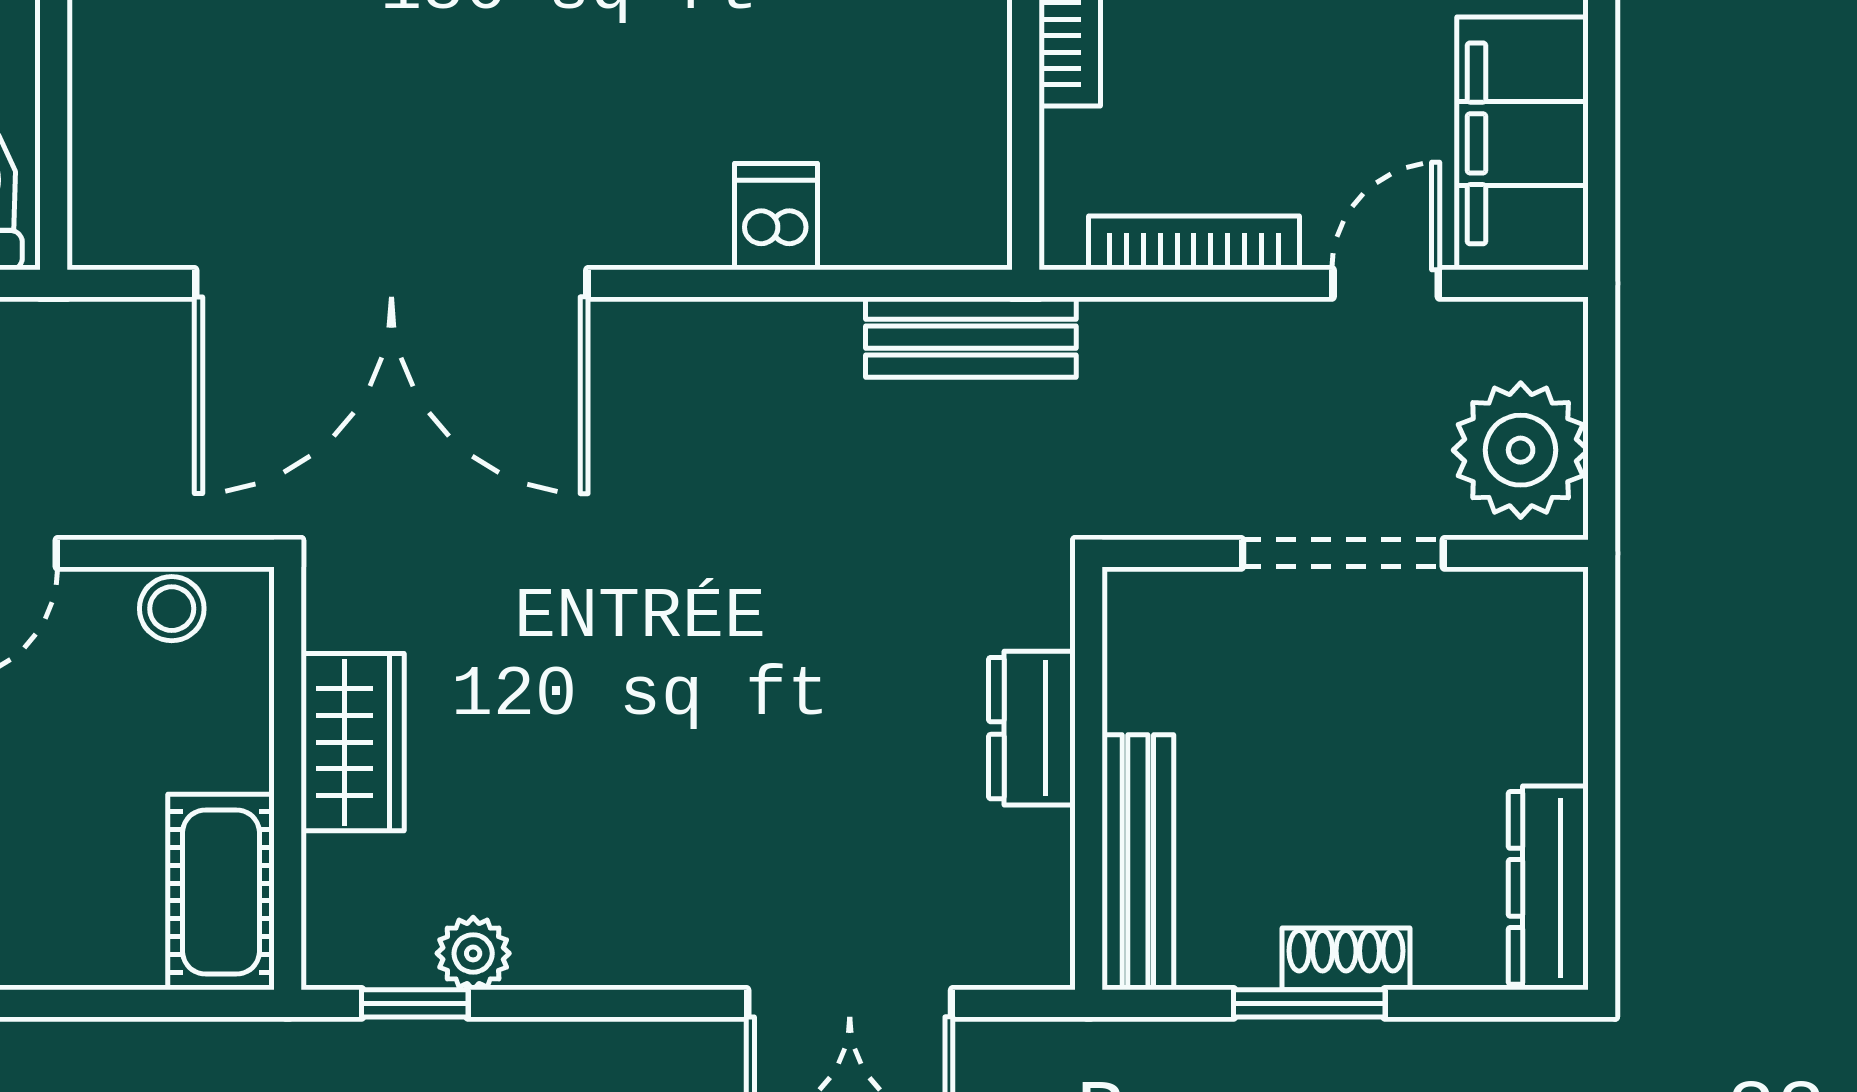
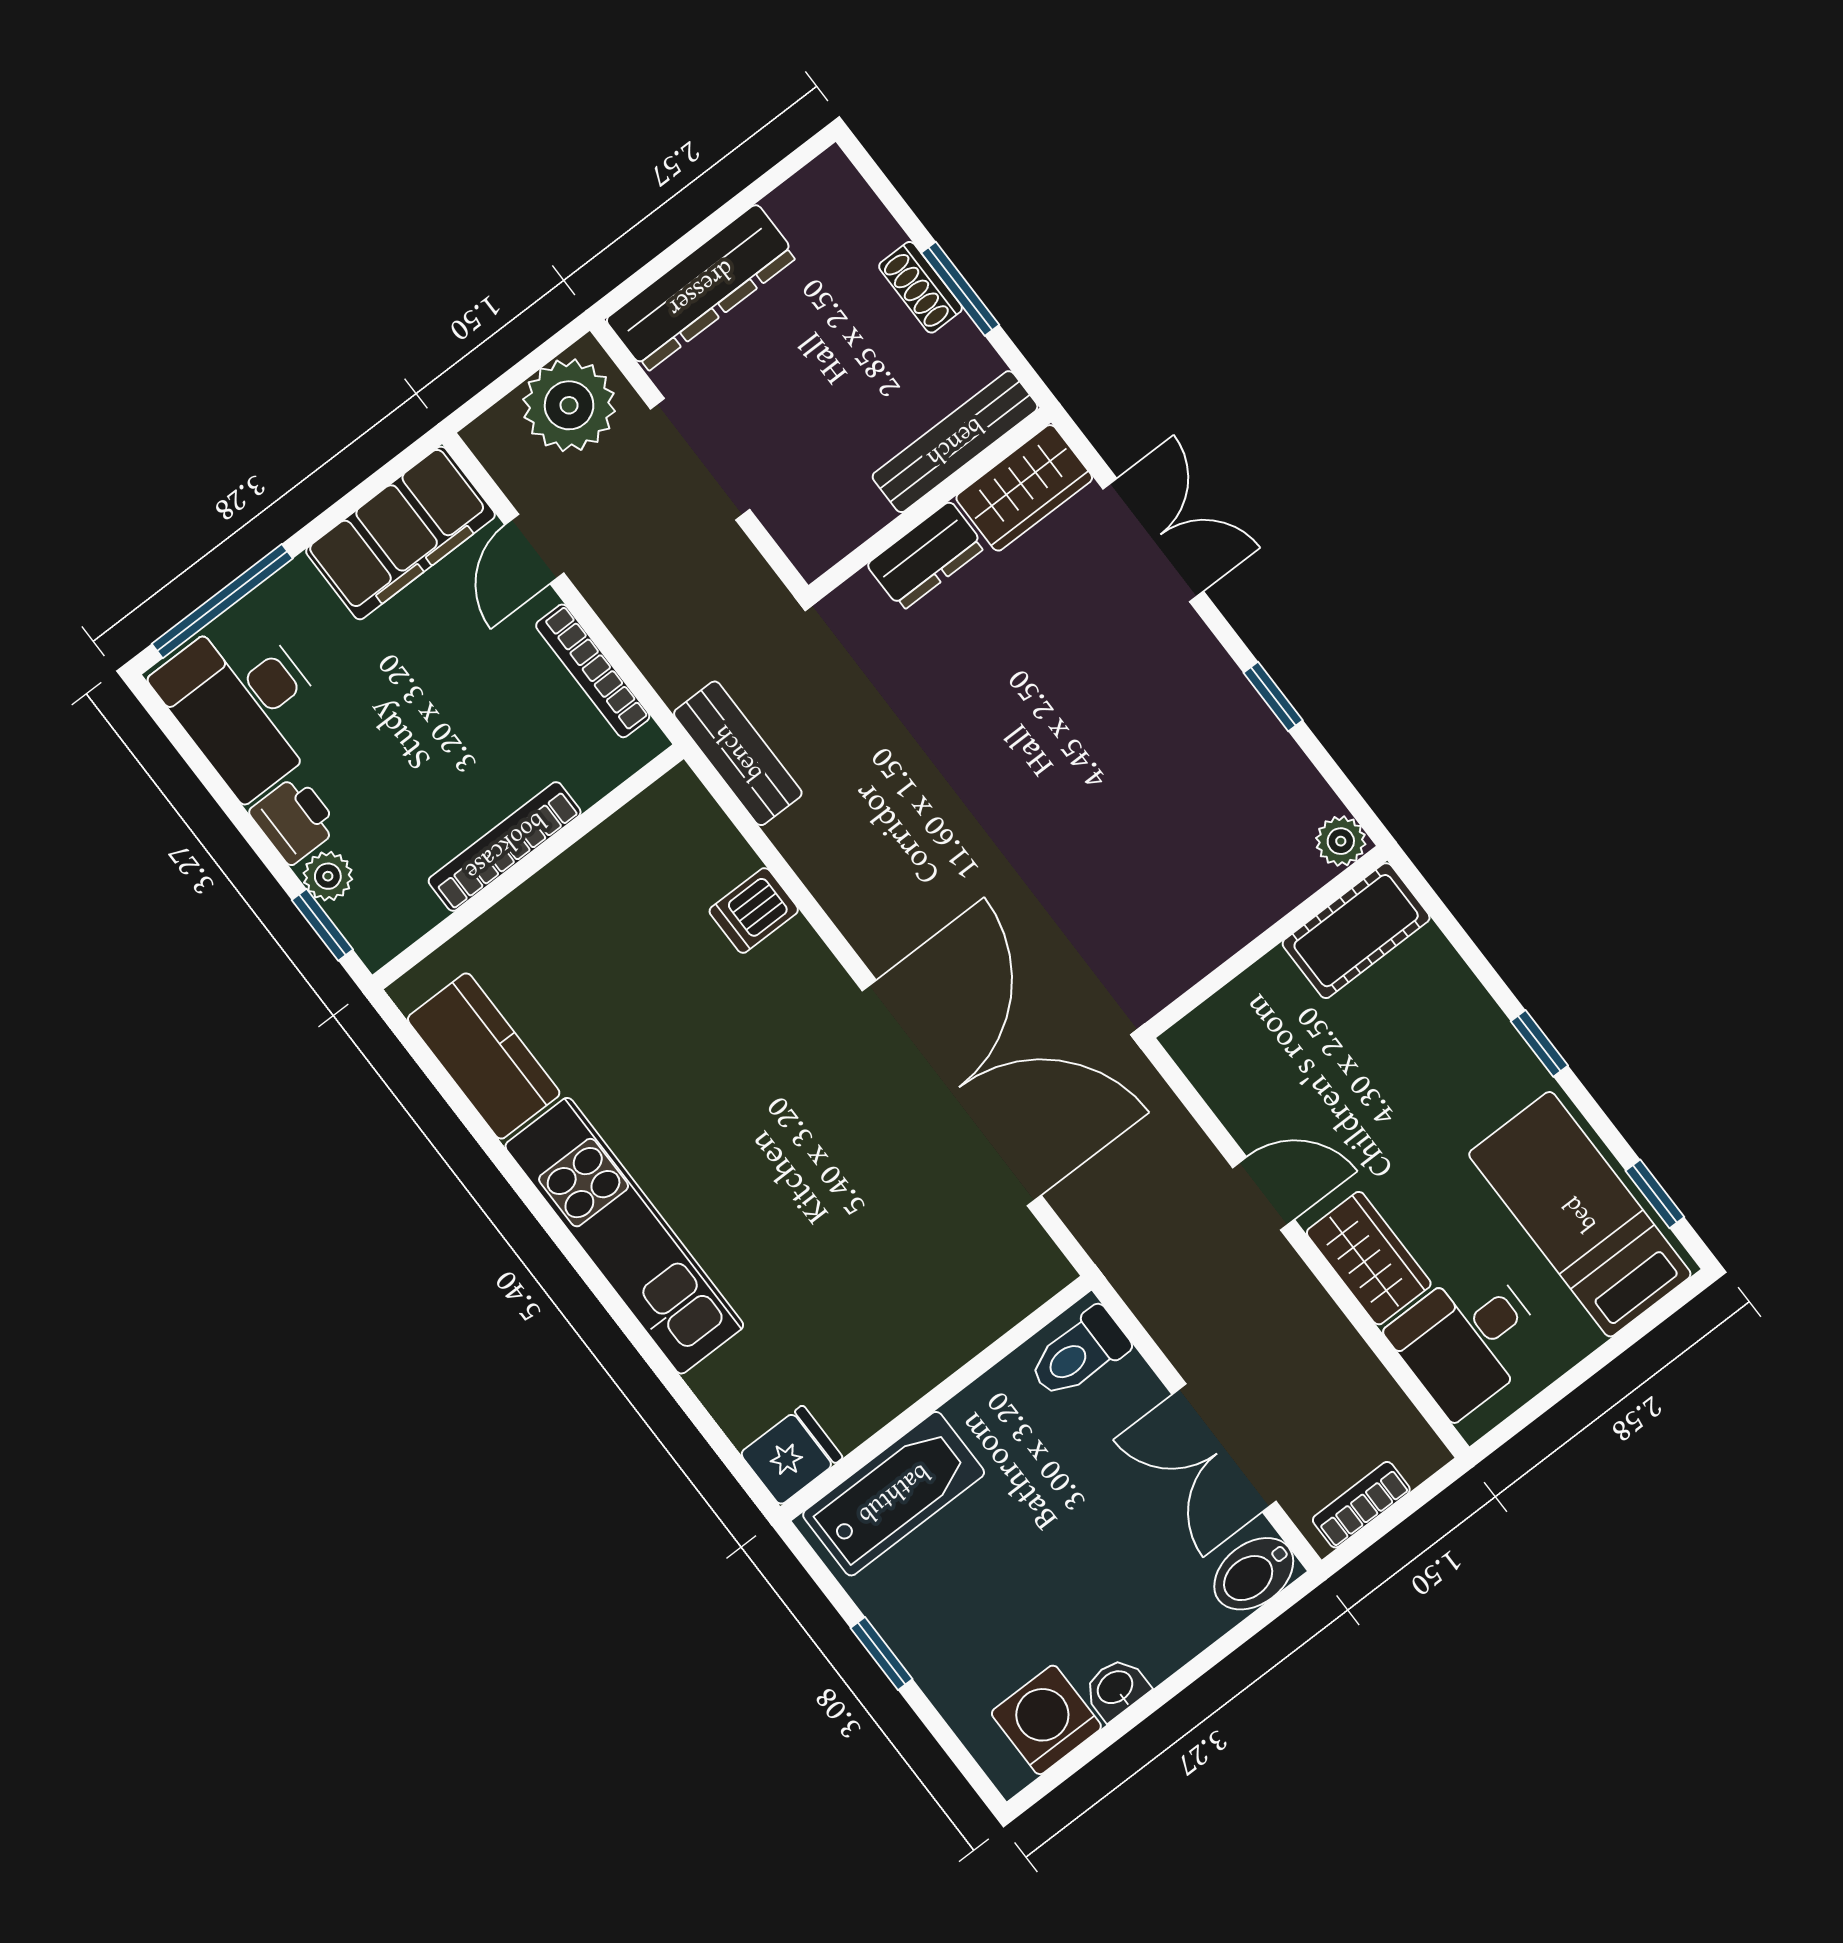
door: (1386, 283) -> (534, 549), hinge flipped
stool: (172, 609) -> (1222, 1076), removed
wardrobe: (353, 742) -> (1024, 488), moved, turned 180
dresser: (1548, 888) -> (701, 288), moved, width x1.37, depth x1.24
plant: (473, 953) -> (1341, 841), moved
window: (415, 1003) -> (1273, 697), moved

